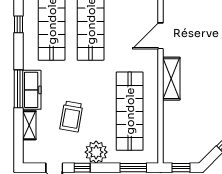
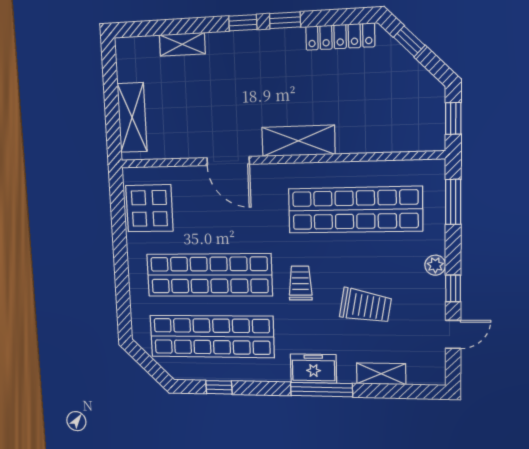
trolley: (85, 78) -> (300, 283), added
freezer: (32, 90) -> (313, 369), width x0.71
plant: (96, 152) -> (435, 265), width x0.53, depth x0.53

